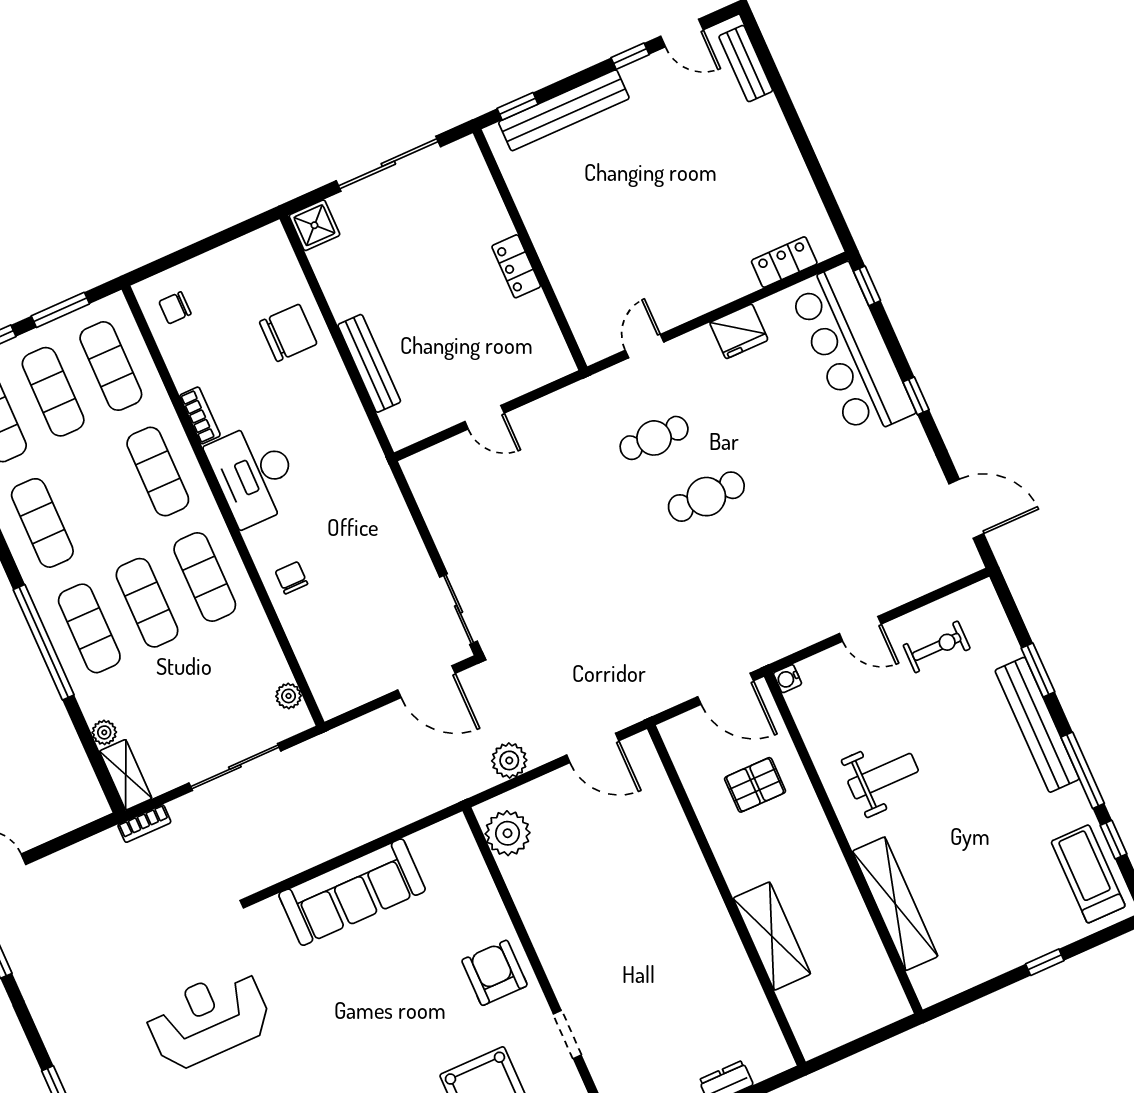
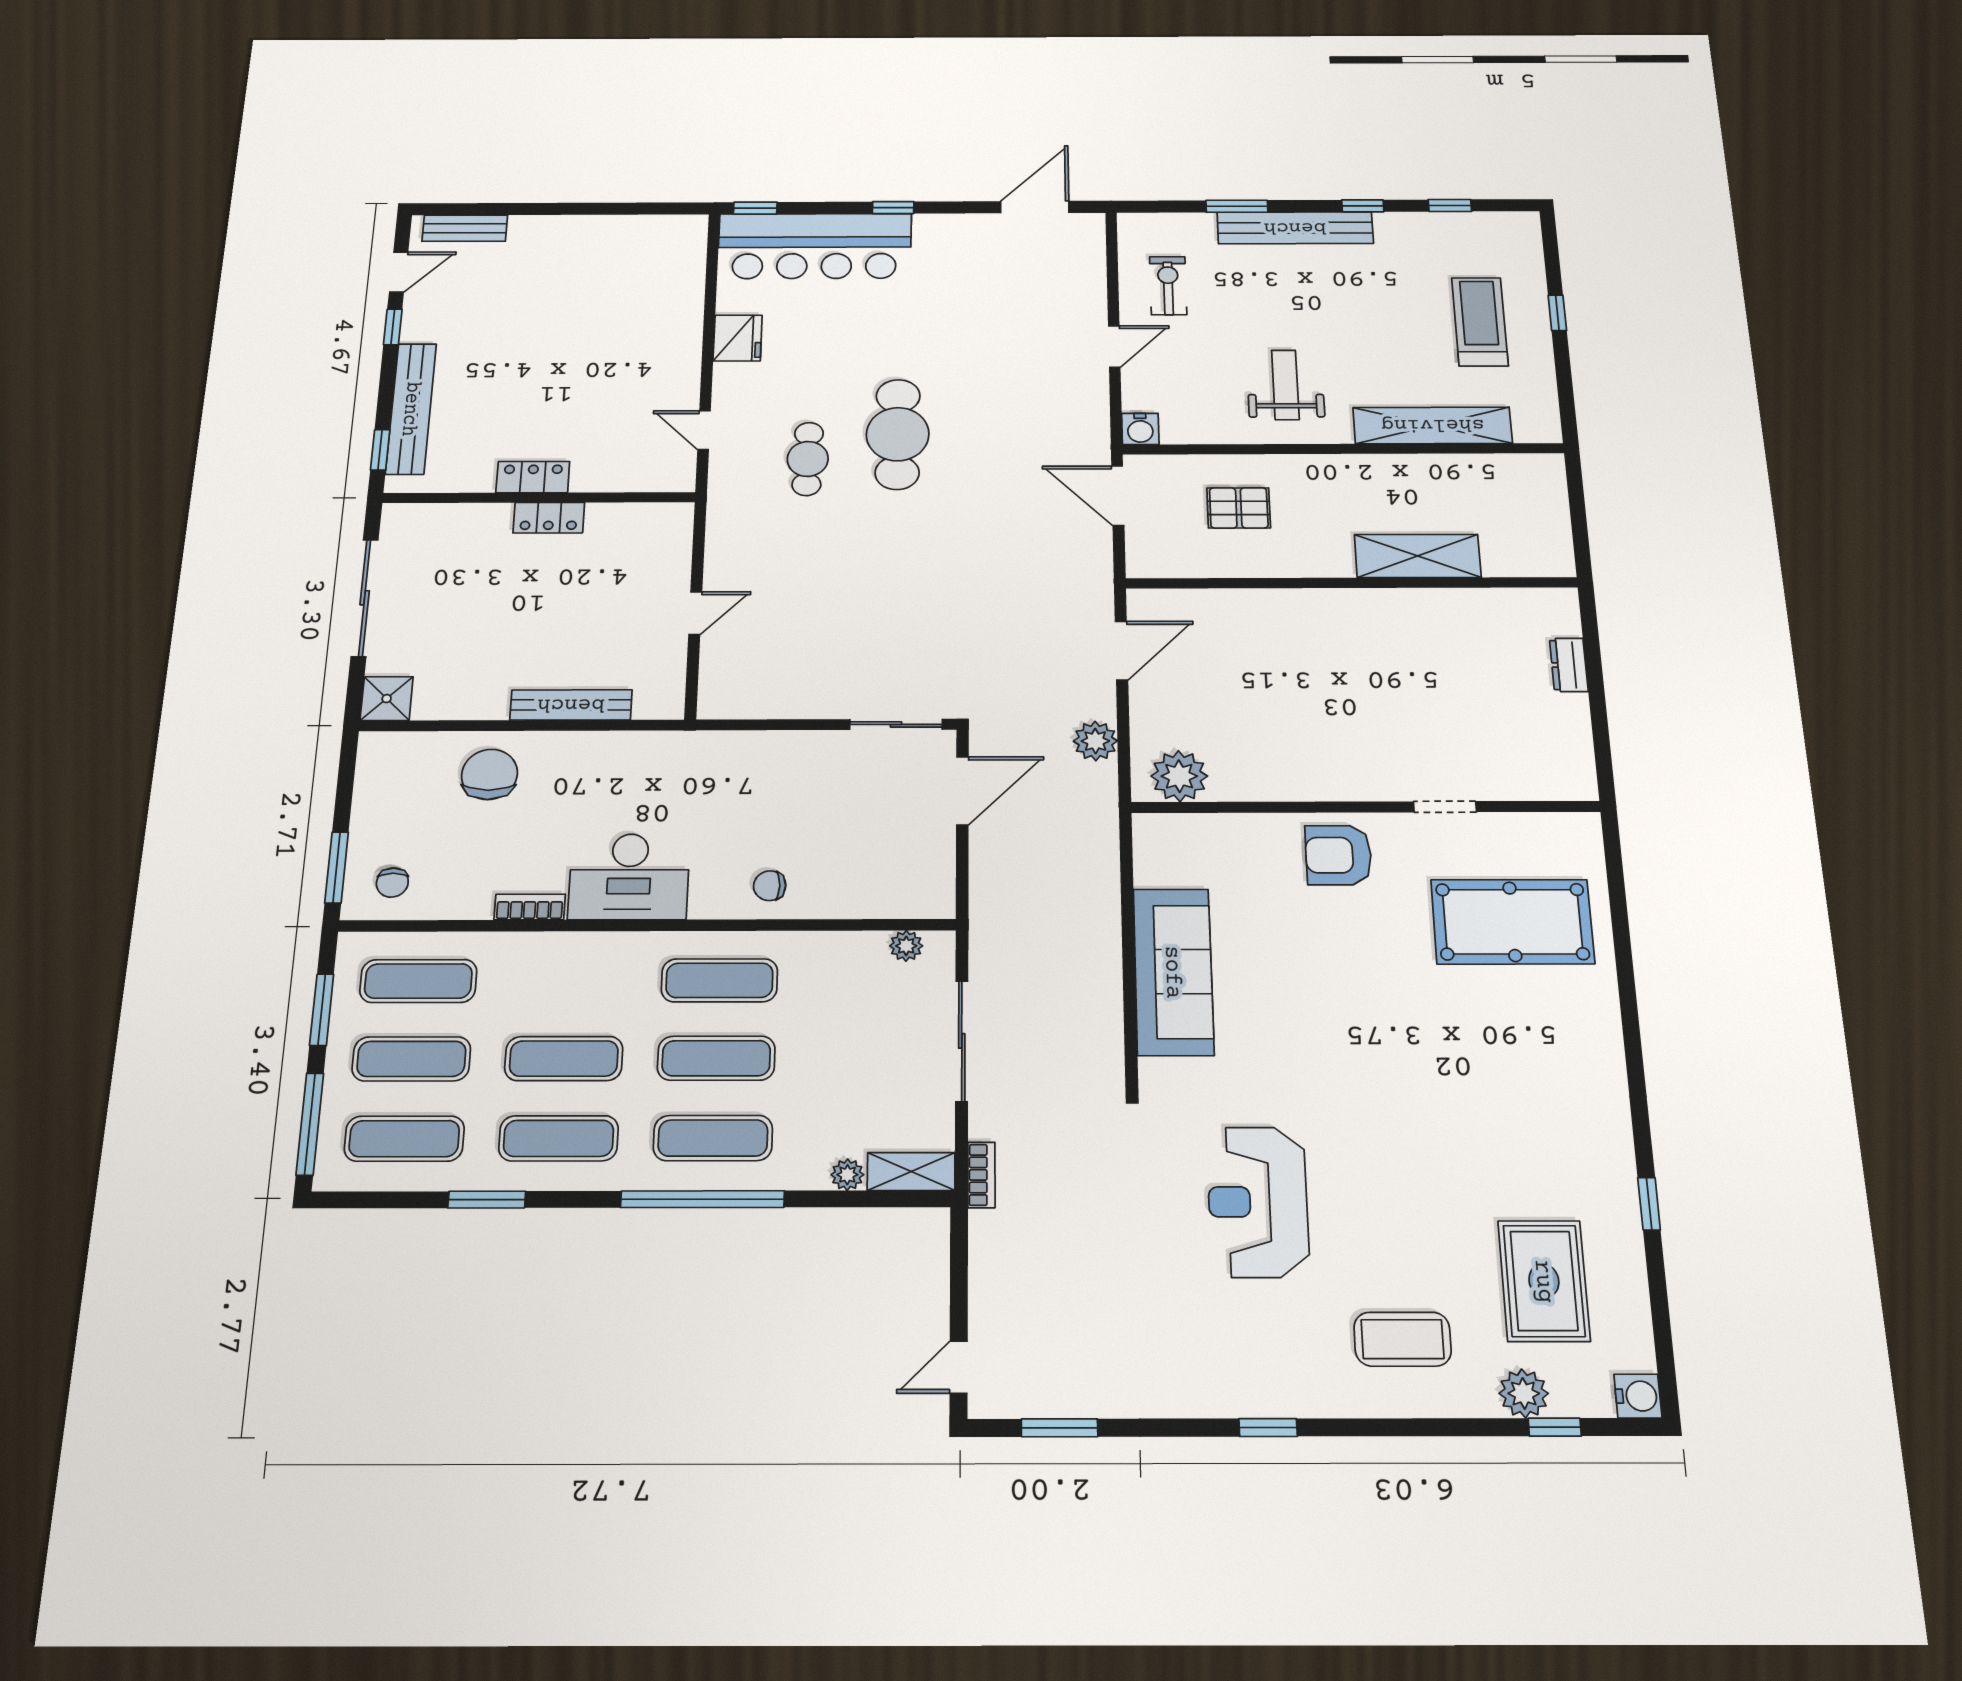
window: (169, 262) -> (337, 868), added
locker: (784, 262) -> (533, 477), moved, turned 90
exercise mat: (158, 472) -> (564, 1059), moved
cafe table: (706, 497) -> (898, 434), width x1.37, depth x1.35
water cooler: (788, 679) -> (1140, 429), width x1.38, depth x1.38
door: (726, 689) -> (1118, 496), swing flipped
window: (1083, 770) -> (1363, 206), width x0.46
pallet: (755, 785) -> (1239, 508), turned 90
treadmill: (1088, 874) -> (1480, 322), moved, turned 90

